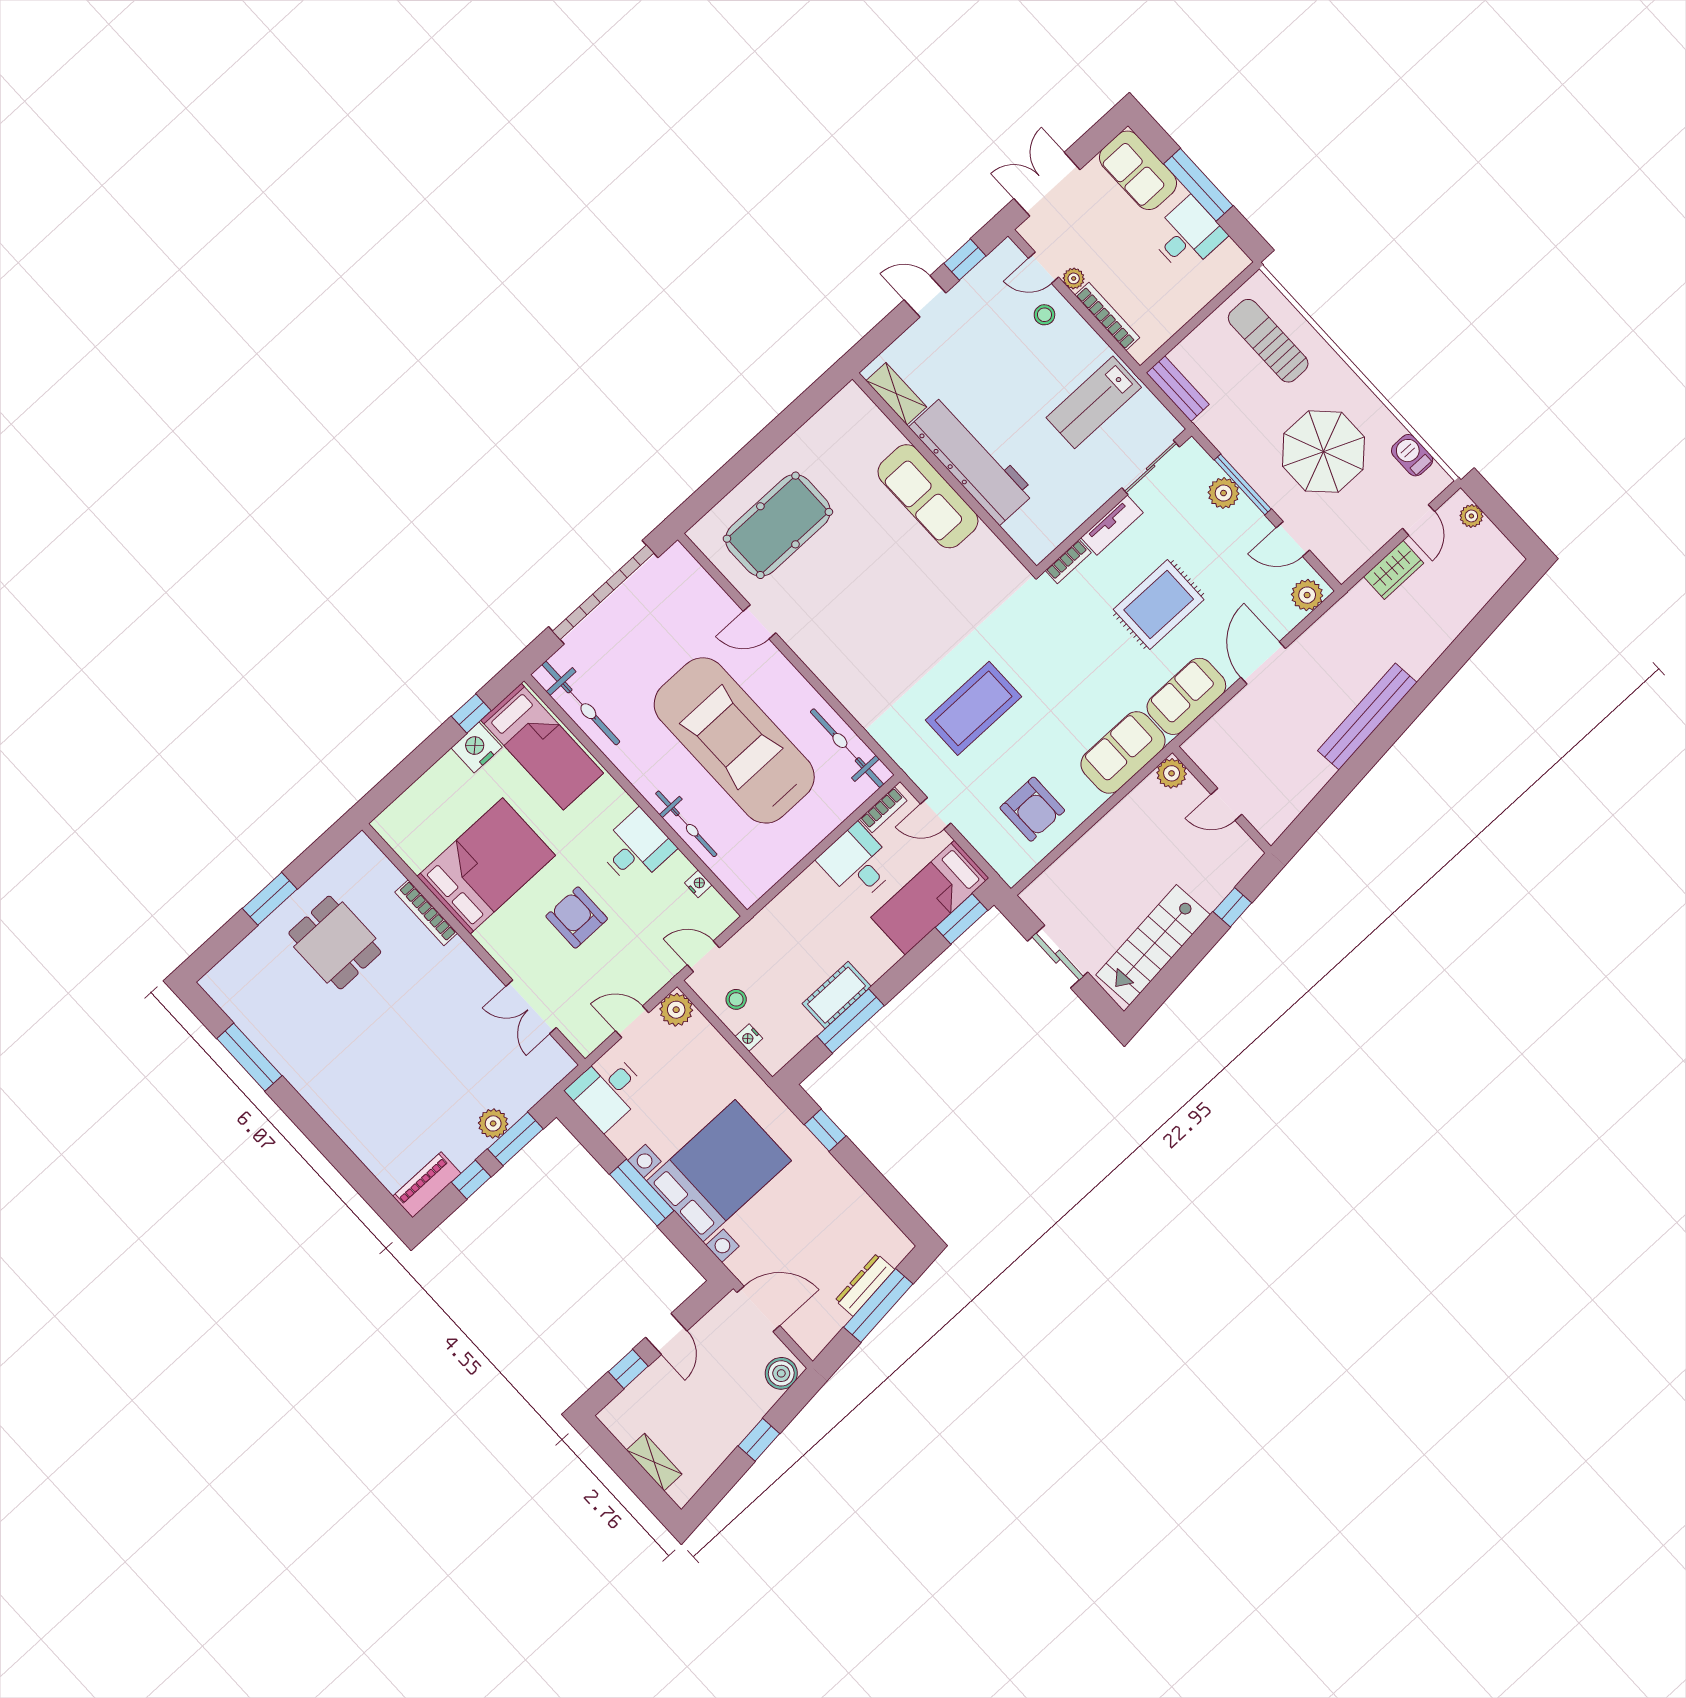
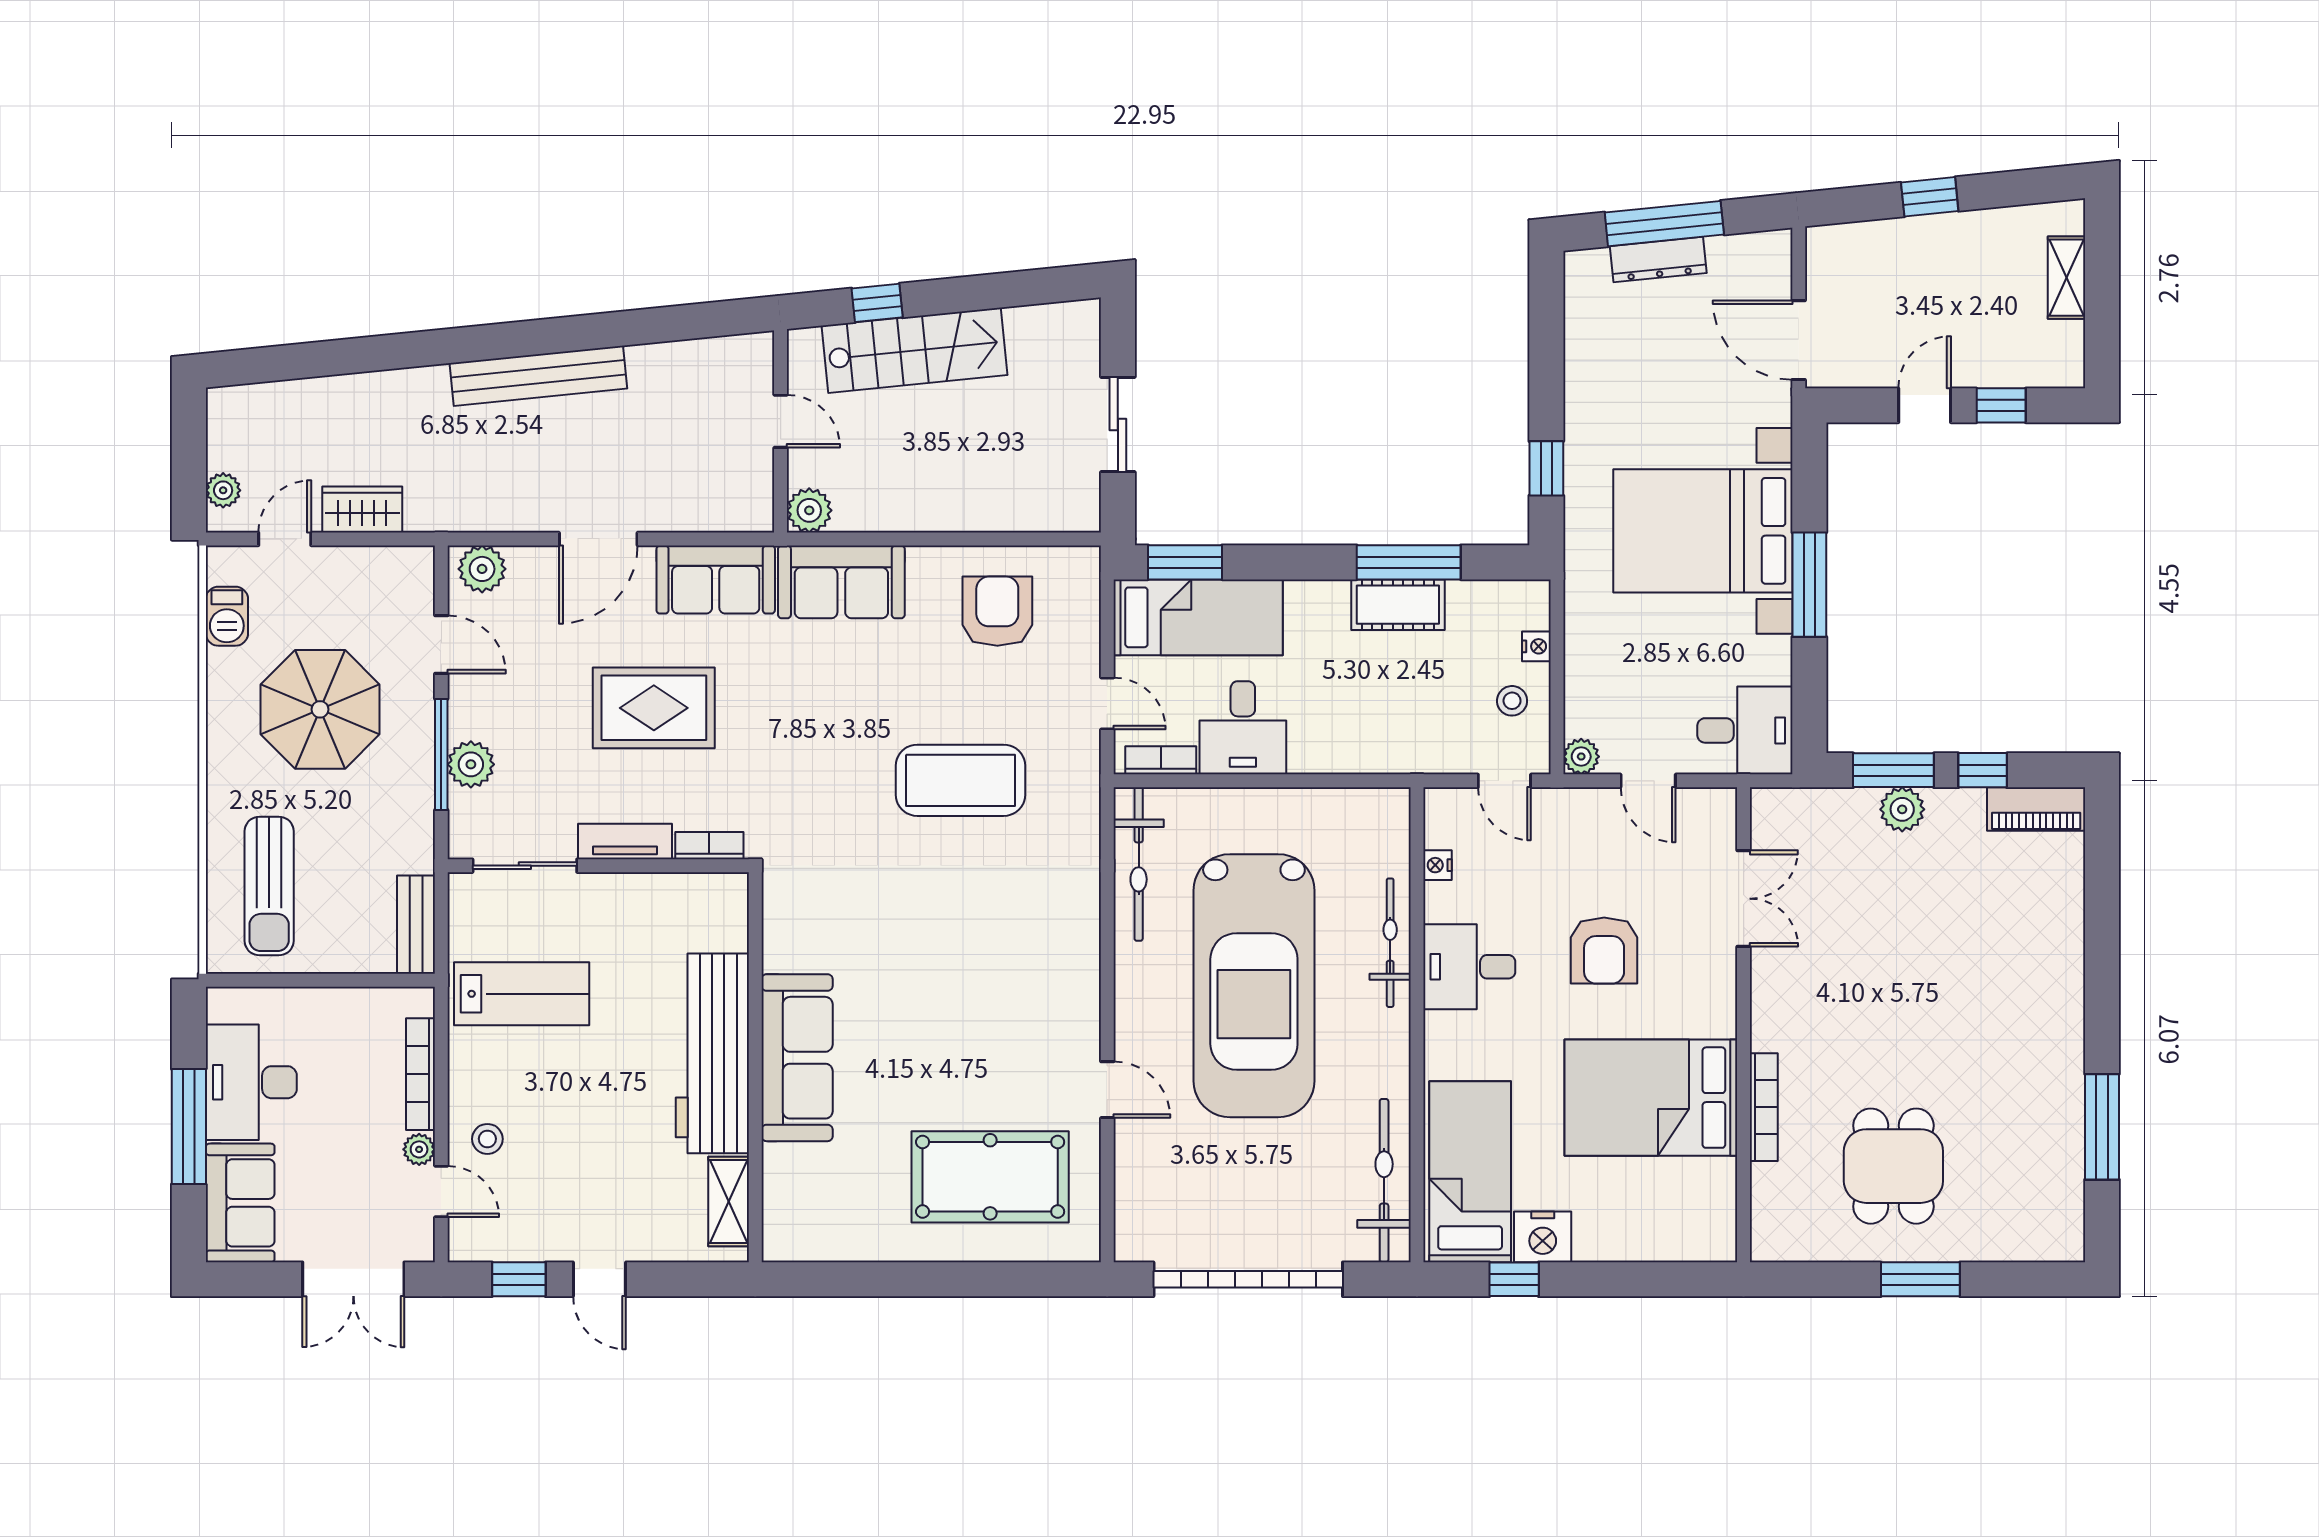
desk: (1187, 235) -> (251, 1082), width x1.37
stairs: (1153, 945) -> (914, 350), moved
plant: (676, 1010) -> (1581, 757), width x0.73, depth x0.73
boiler: (781, 1373) -> (1838, 247), removed

